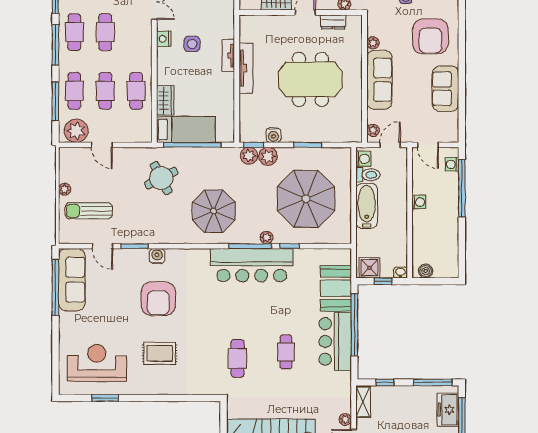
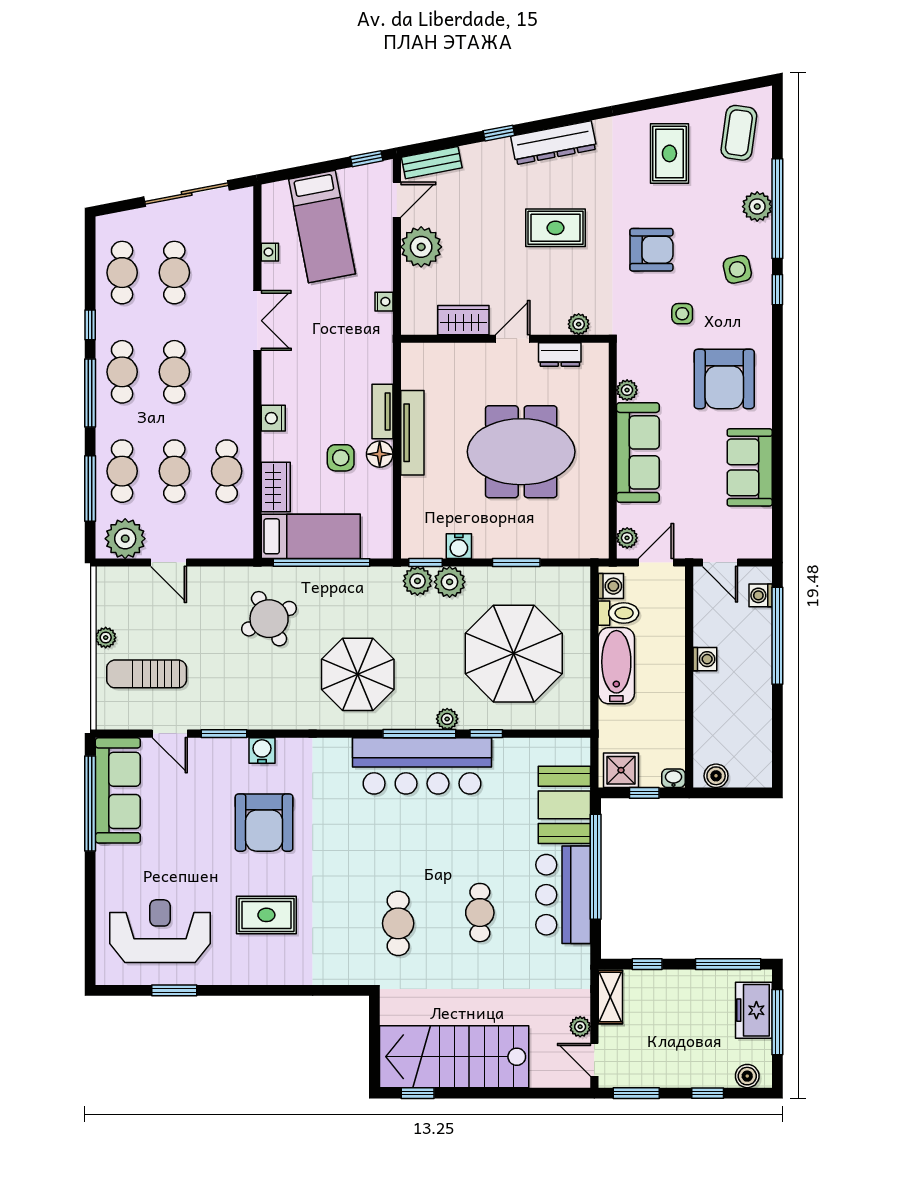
nightstand: (164, 39) -> (273, 418), moved
side table: (192, 44) -> (341, 458), moved
floor lamp: (227, 81) -> (380, 454), added

